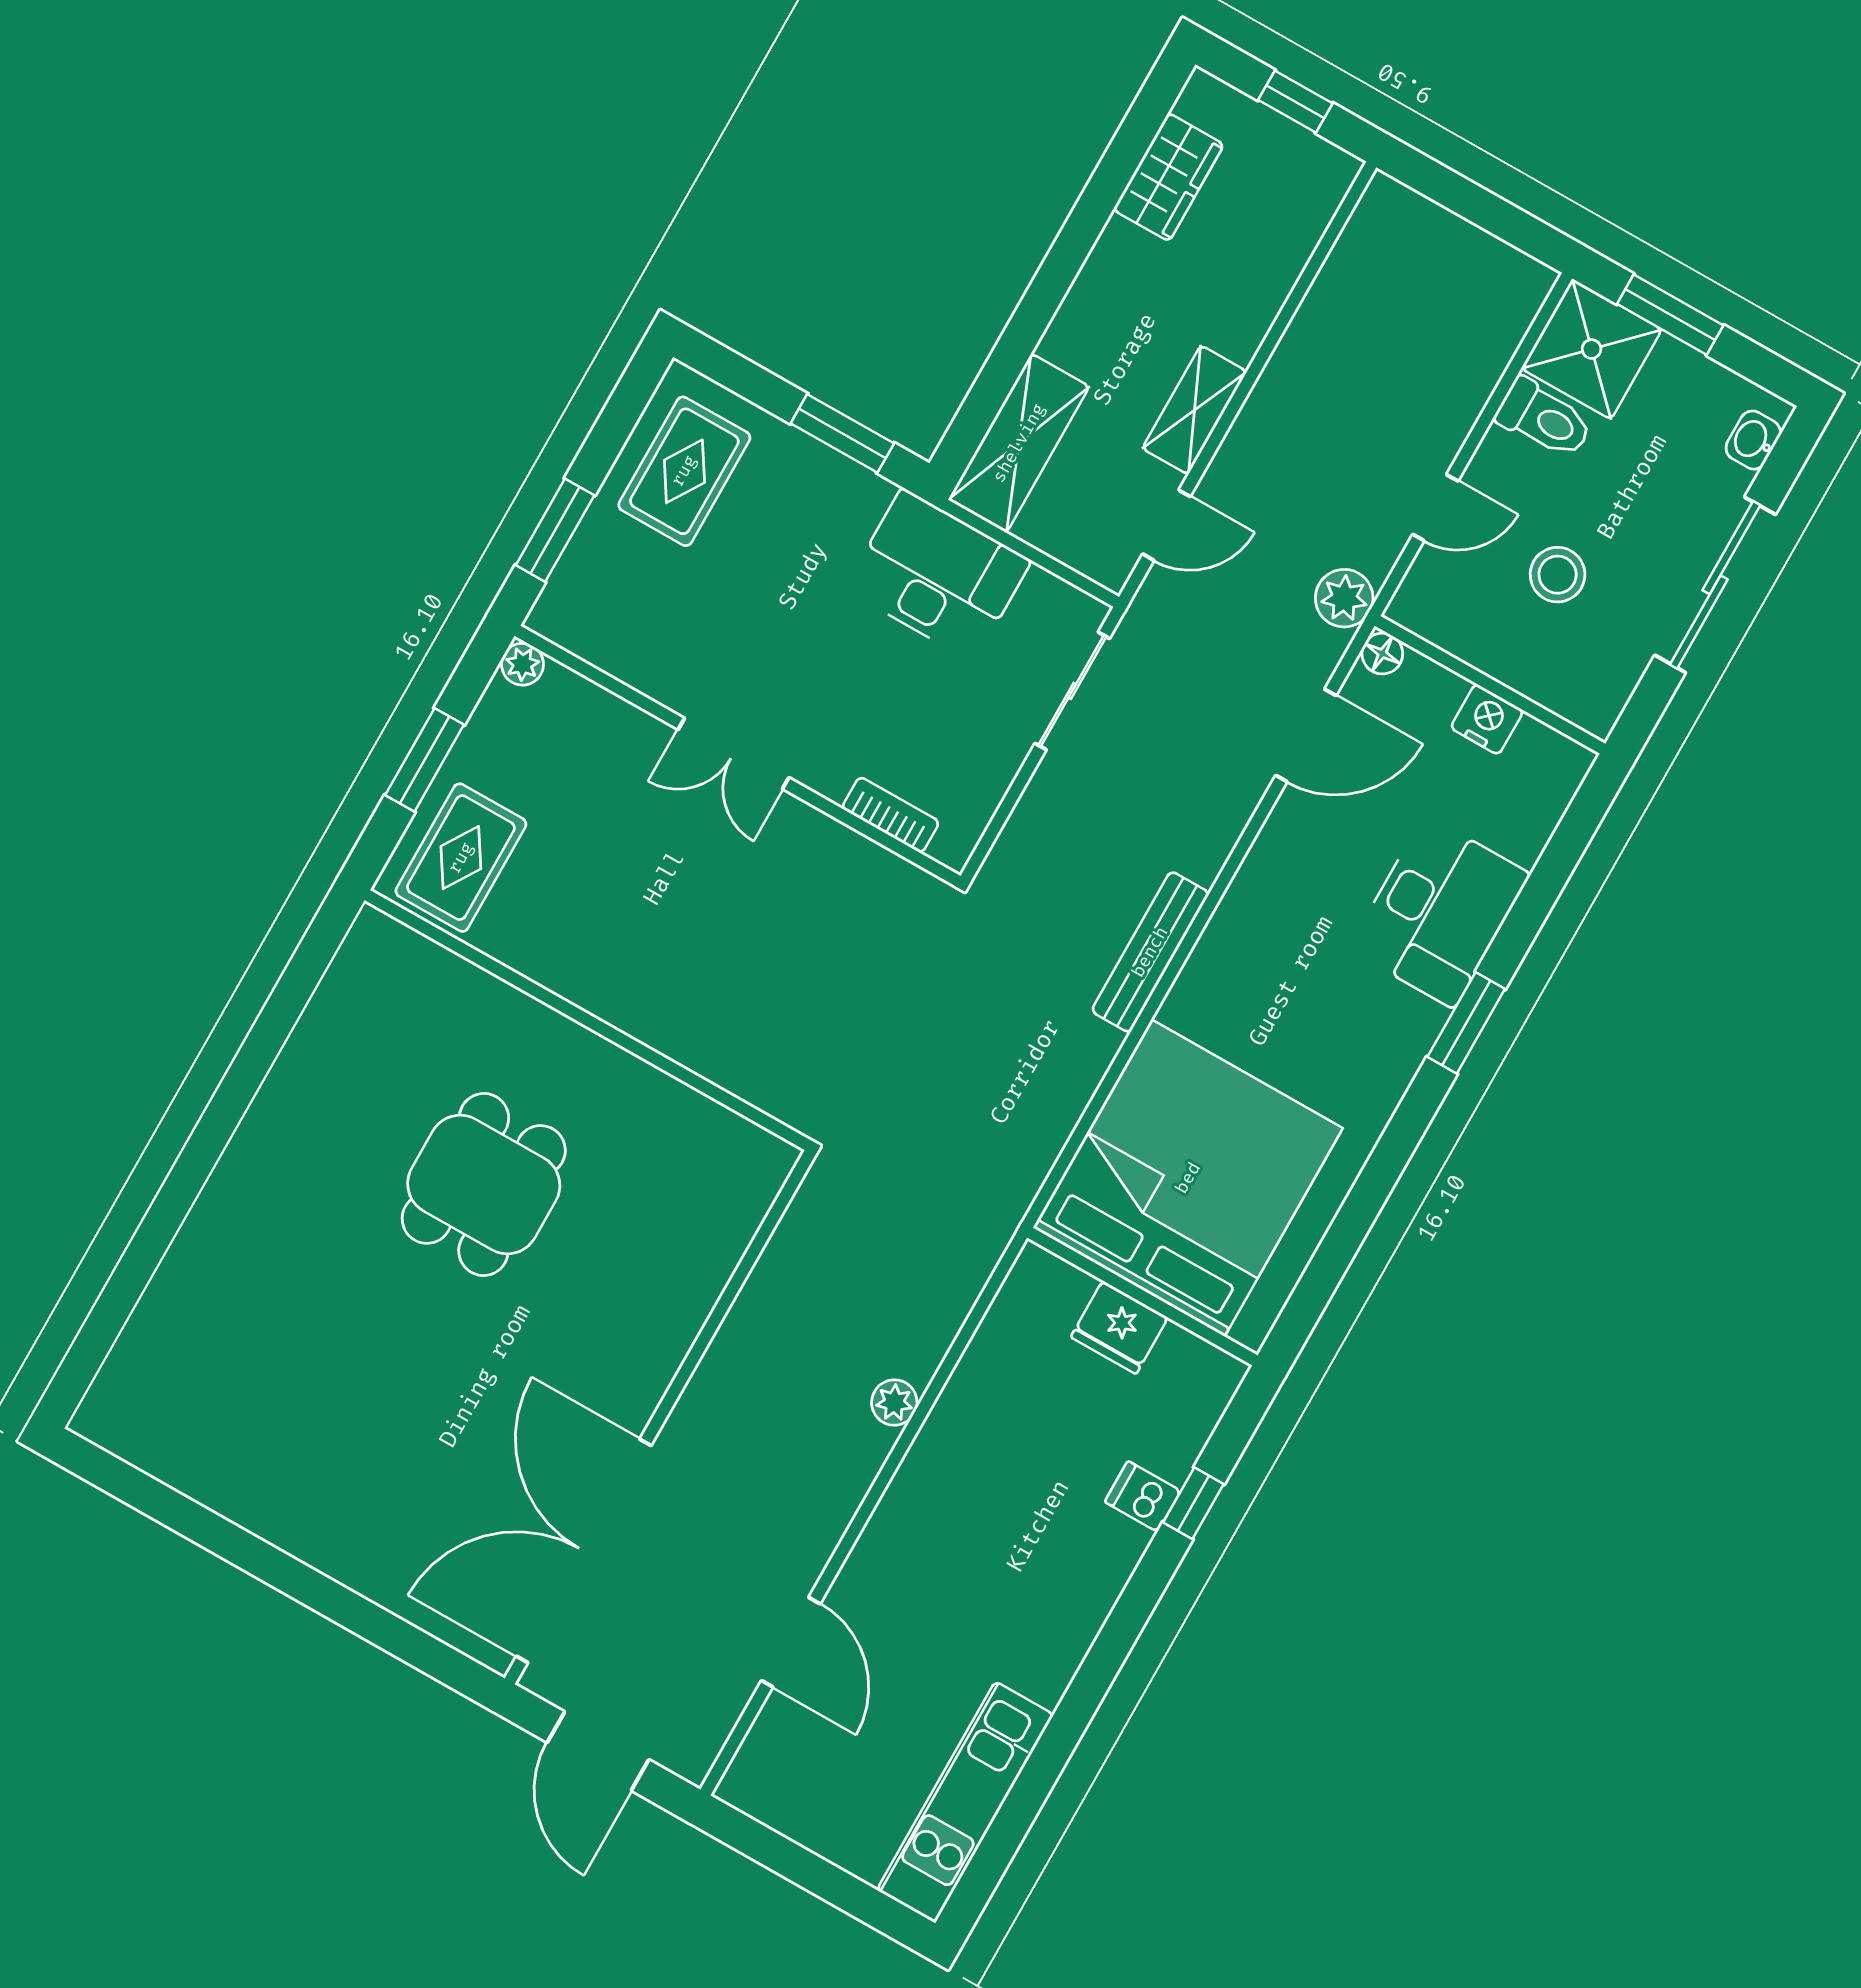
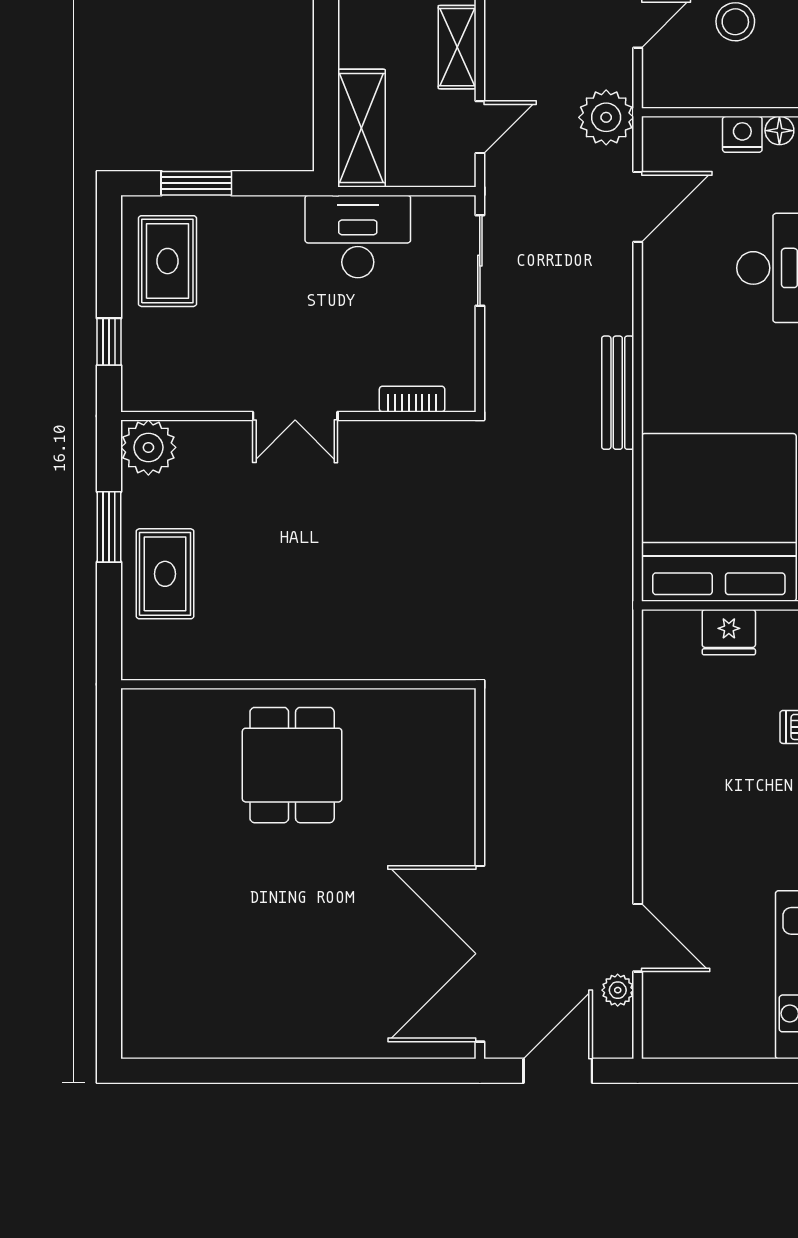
window: (842, 433) -> (196, 183), moved
window: (555, 530) -> (109, 342), width x0.67
plant: (1344, 598) -> (606, 117), width x1.36, depth x1.36
floor lamp: (1382, 654) -> (779, 131), moved
plant: (522, 664) -> (148, 447), width x1.88, depth x1.88
wall: (587, 1020) -> (298, 684), moved
plant: (894, 1403) -> (618, 990), moved
door: (598, 1751) -> (558, 1071), swing flipped

